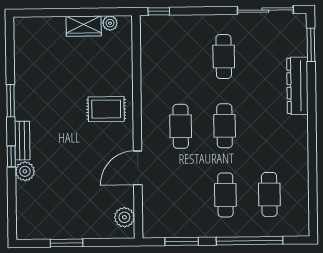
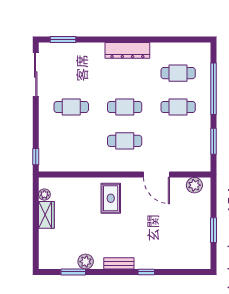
dresser: (297, 86) -> (127, 50), moved
window: (11, 101) -> (73, 272), moved
bench: (22, 141) -> (119, 263), moved
plant: (25, 171) -> (86, 262), moved

